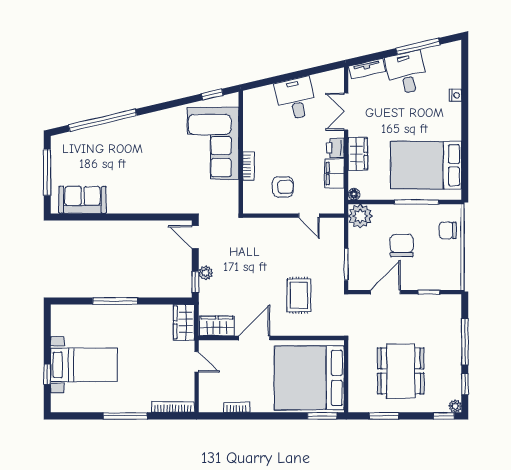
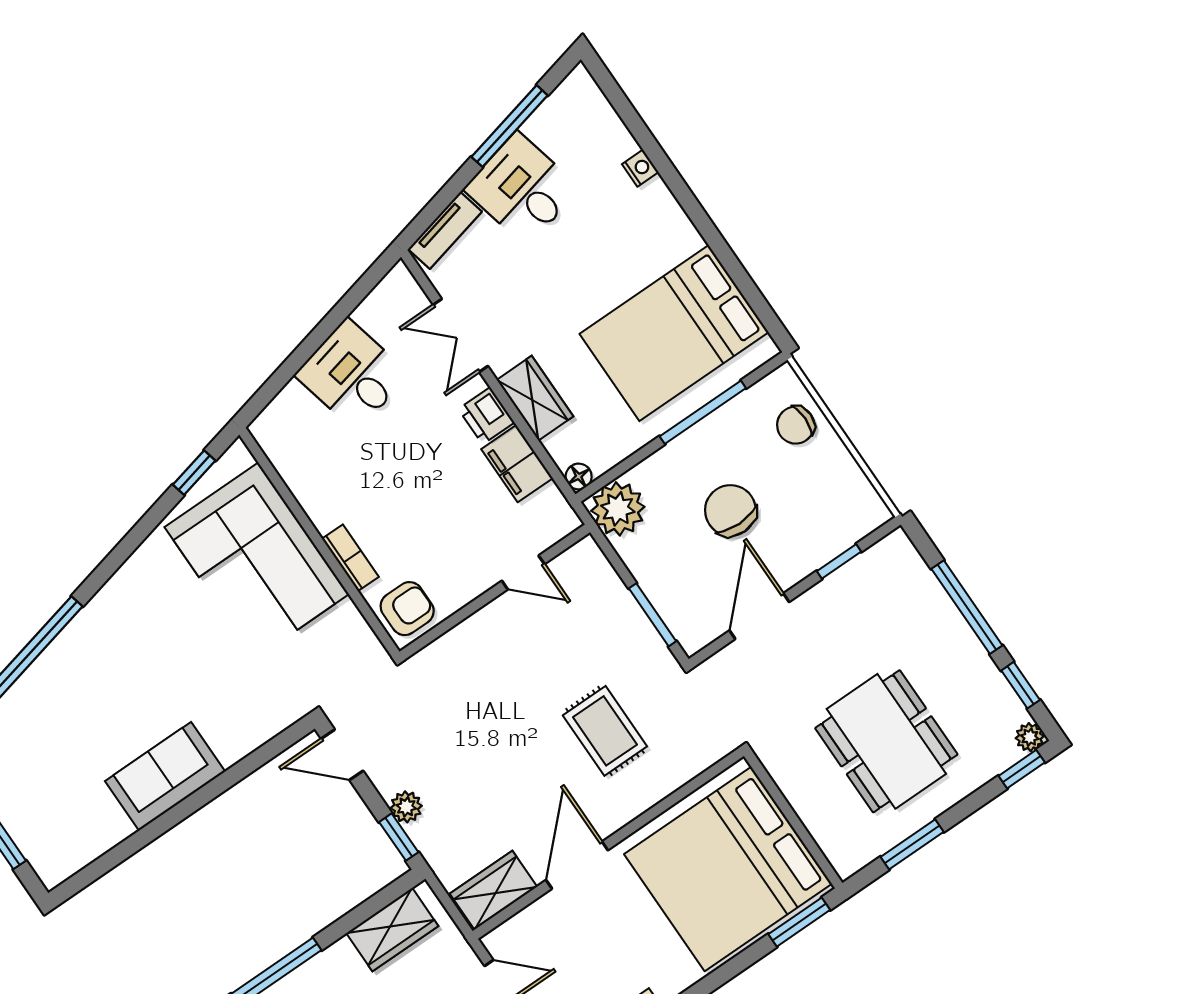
armchair: (283, 187) -> (407, 609), moved
sofa: (83, 200) -> (165, 776), moved
wardrobe: (184, 322) -> (392, 930), moved, turned -90

